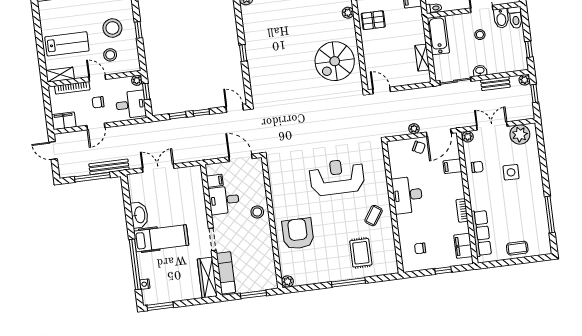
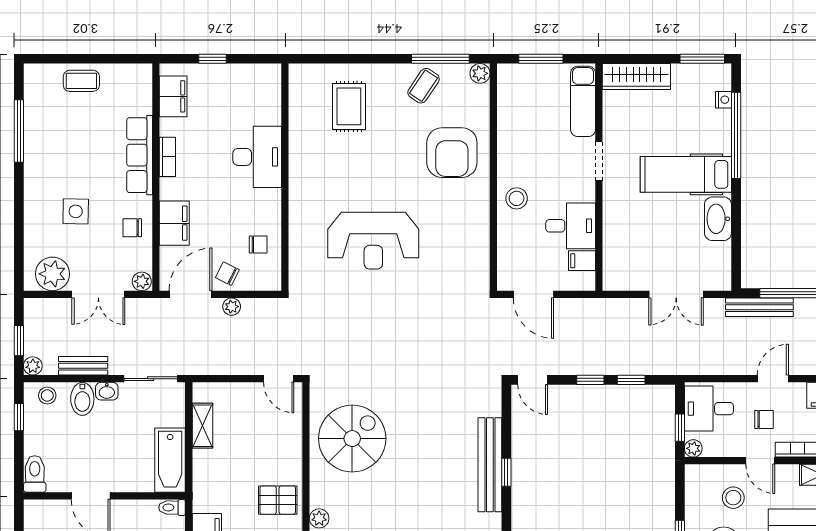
bidet: (501, 18) -> (82, 399), moved, turned 180
stool: (480, 35) -> (47, 395), moved
bench: (253, 56) -> (490, 465), added
filing cabinet: (452, 166) -> (174, 223), width x2.00
desk: (407, 195) -> (257, 157), moved
coffee table: (374, 216) -> (424, 86), moved
row of seats: (481, 233) -> (140, 155), moved
chair: (420, 248) -> (258, 245), moved
wardrobe: (207, 278) -> (636, 77), moved, turned 90
window: (348, 282) -> (440, 59), moved

